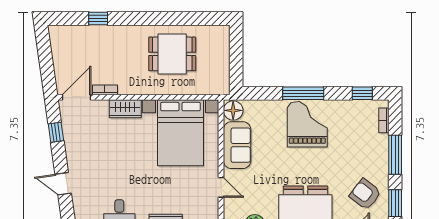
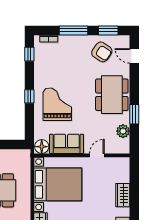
window: (303, 93) -> (29, 96), width x0.46
grand piano: (307, 124) -> (57, 104), moved, turned 90
armchair: (365, 194) -> (102, 52), turned -94

